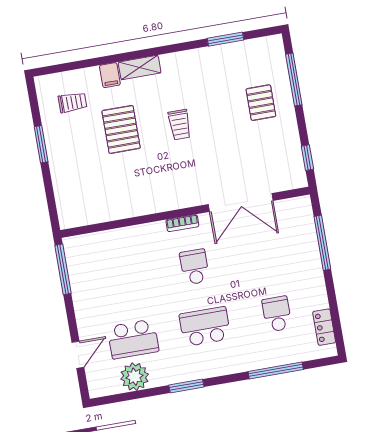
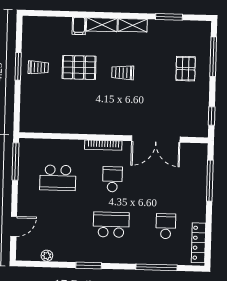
shelving: (180, 60) -> (133, 25), added
trolley: (72, 102) -> (38, 67), moved
trolley: (180, 125) -> (123, 73), turned 90
pallet: (121, 129) -> (79, 67), turned 90
bookcase: (182, 223) -> (103, 145), width x1.56
locker: (324, 327) -> (198, 243), width x1.53
school desk: (133, 339) -> (58, 178), moved
plant: (135, 377) -> (47, 256), width x0.53, depth x0.53

